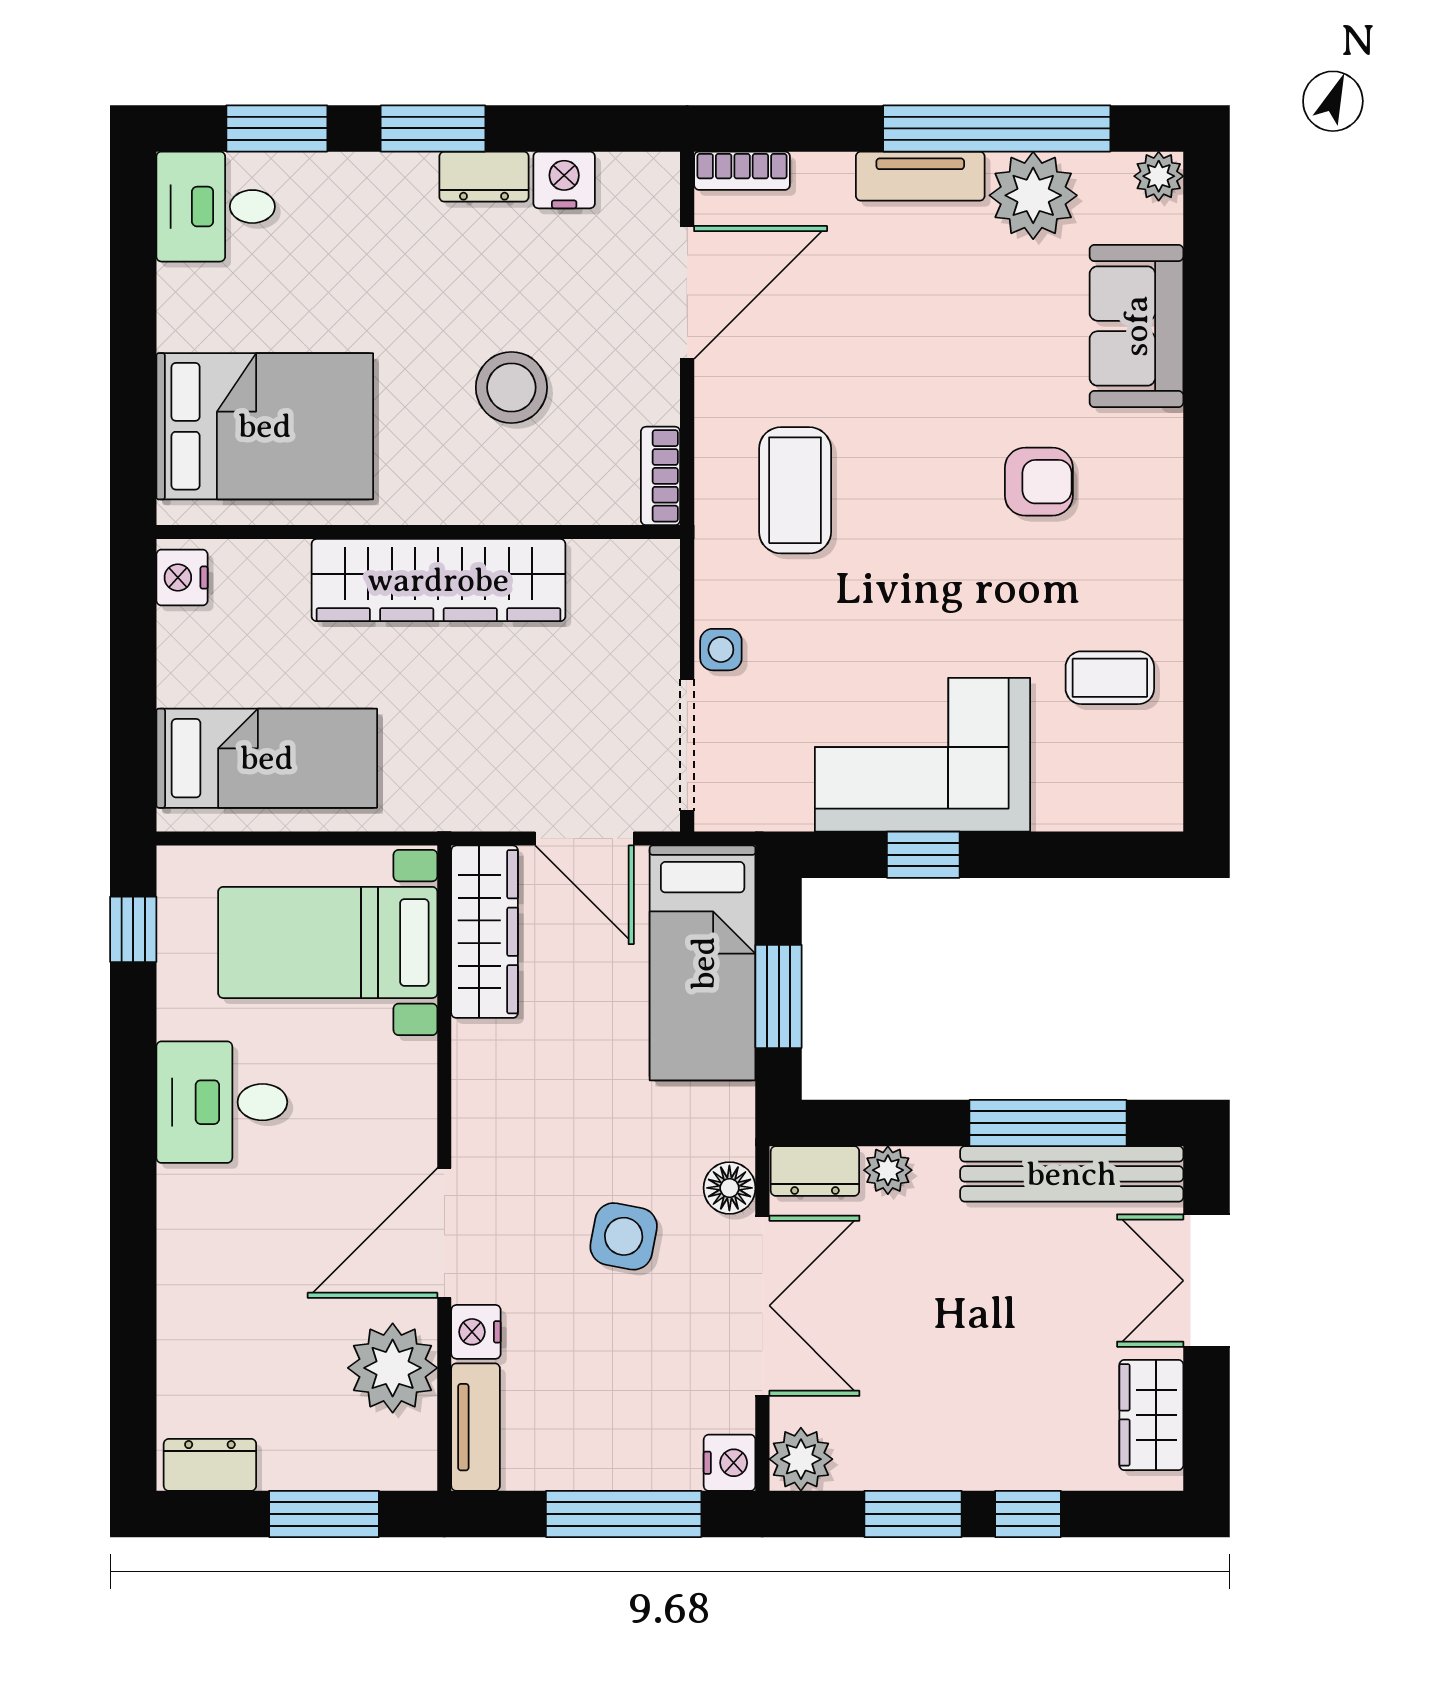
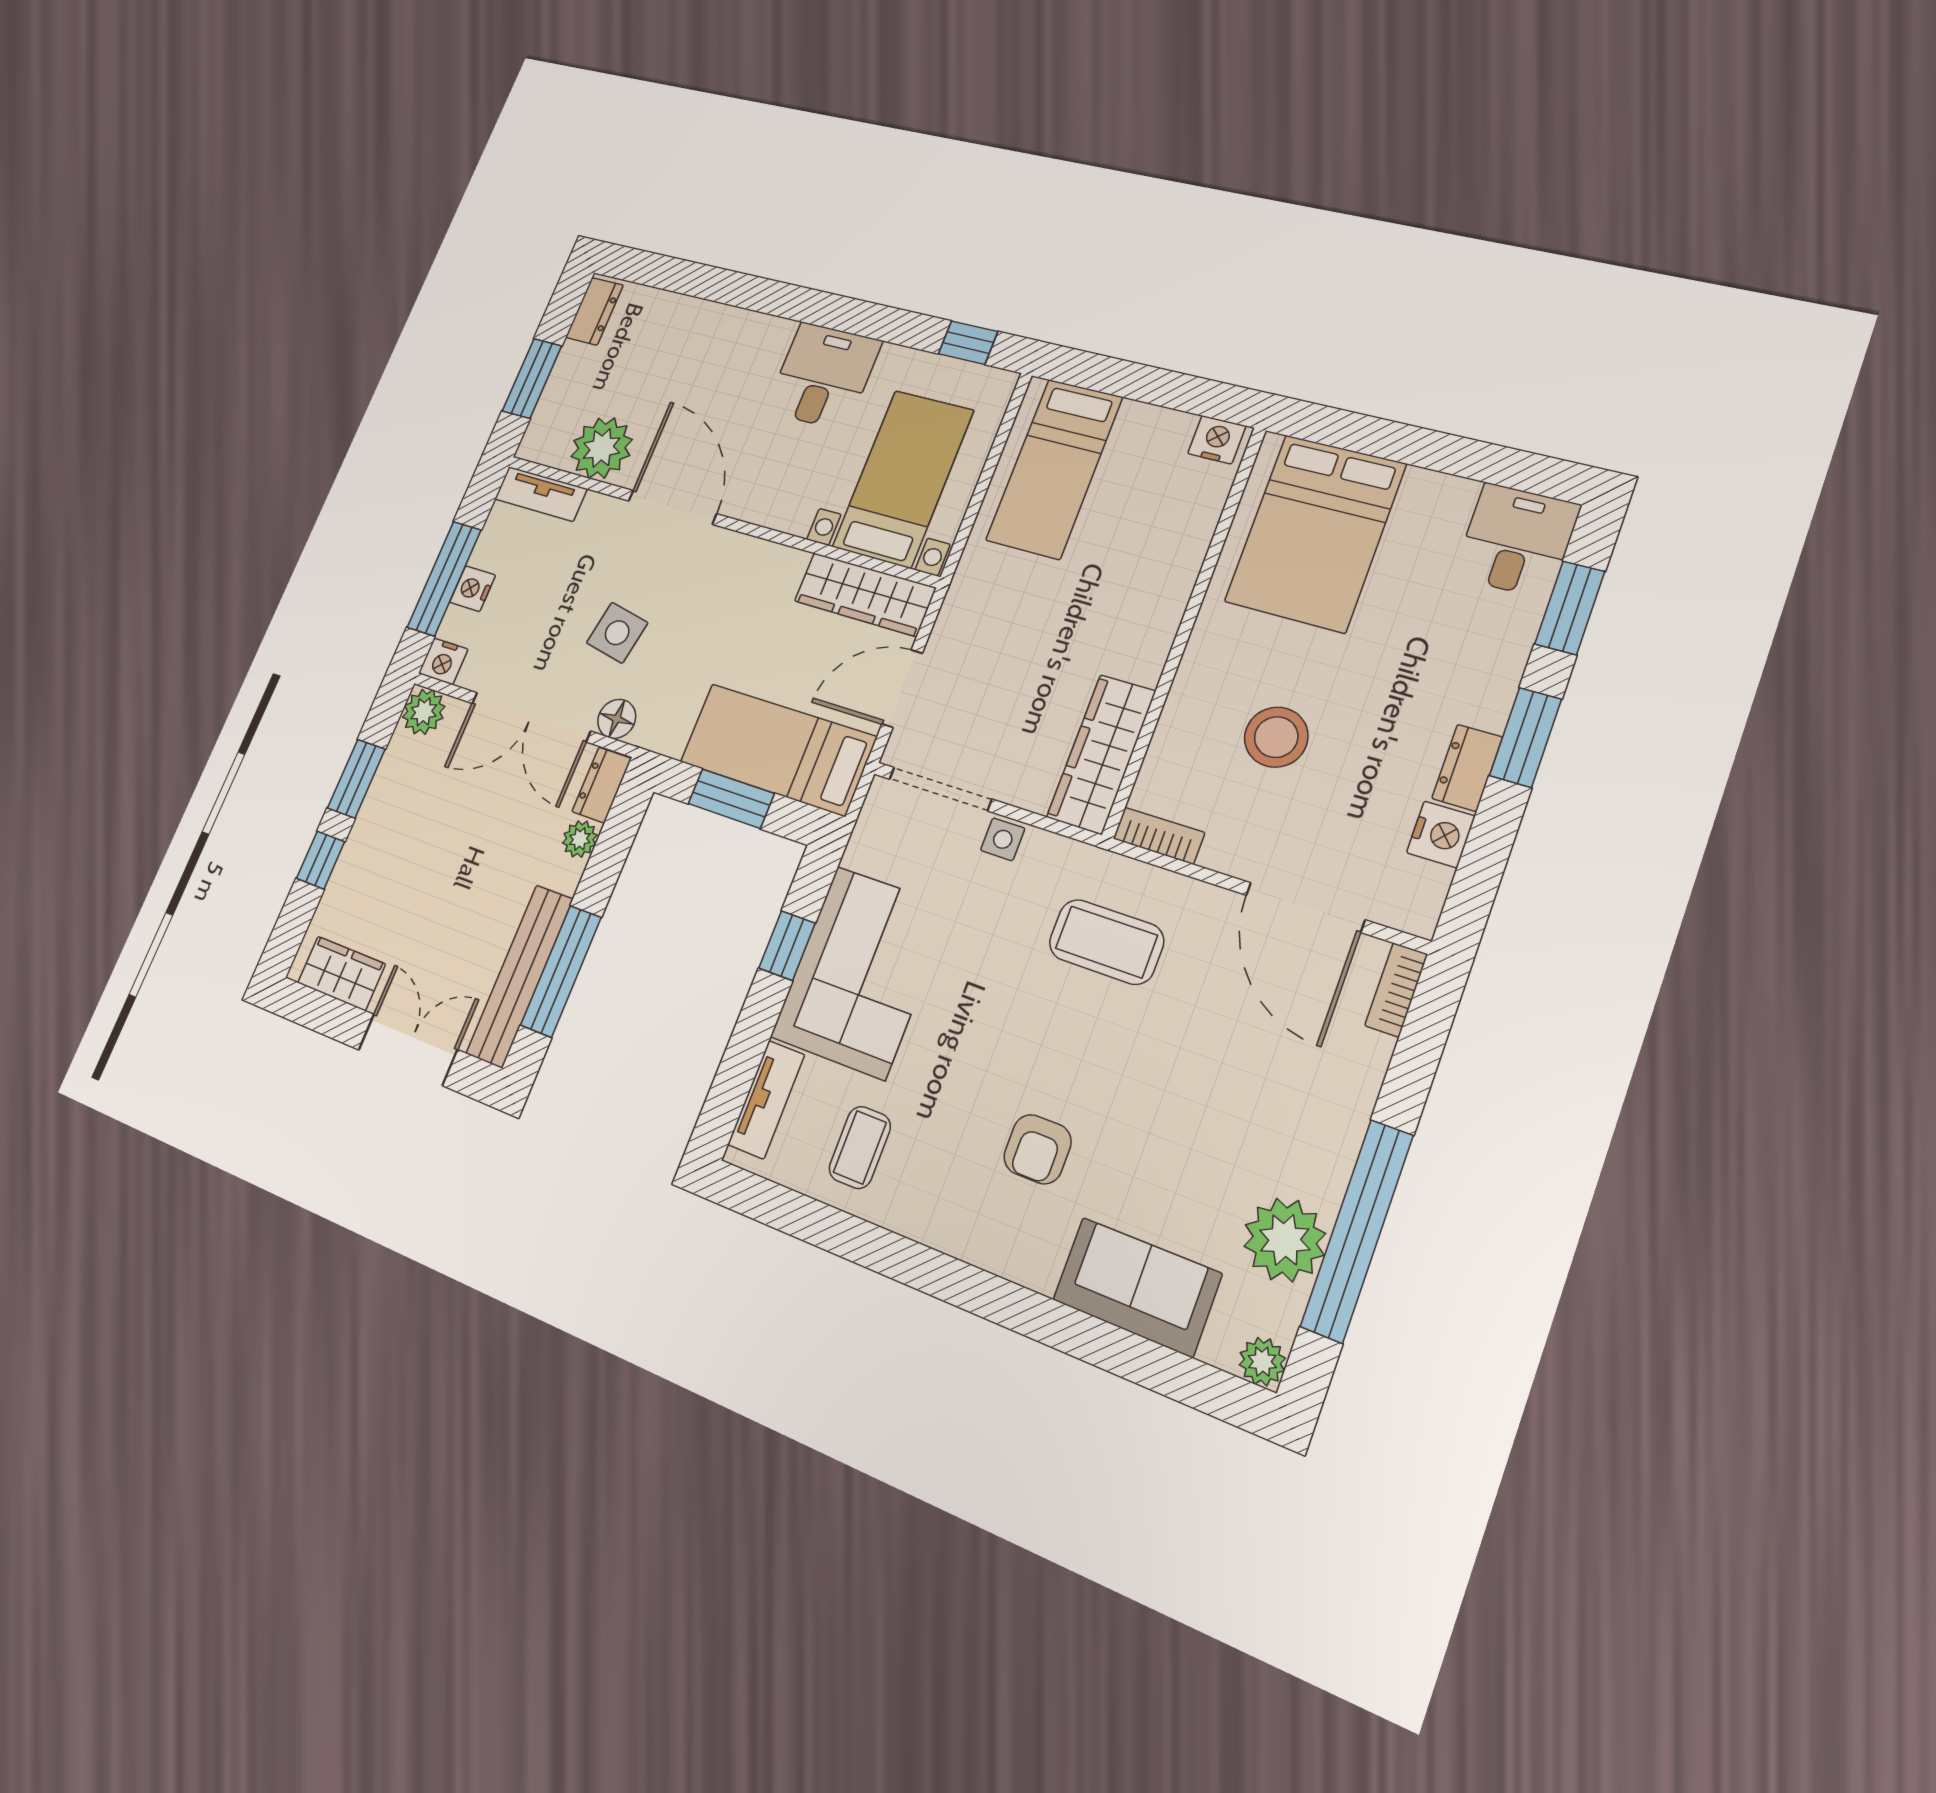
tv unit: (920, 176) -> (766, 1100), moved, turned 180
wardrobe: (438, 580) -> (1101, 754), moved, width x0.71, depth x0.85
nightstand: (476, 1332) -> (473, 589), moved, turned -90

